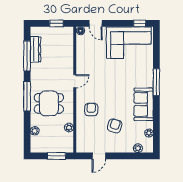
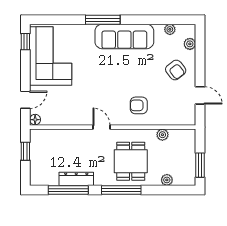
dresser: (35, 49) -> (76, 179), moved
sofa: (144, 104) -> (124, 36), width x1.36
armchair: (115, 126) -> (176, 70), moved, turned -144
window: (56, 156) -> (200, 165), moved

